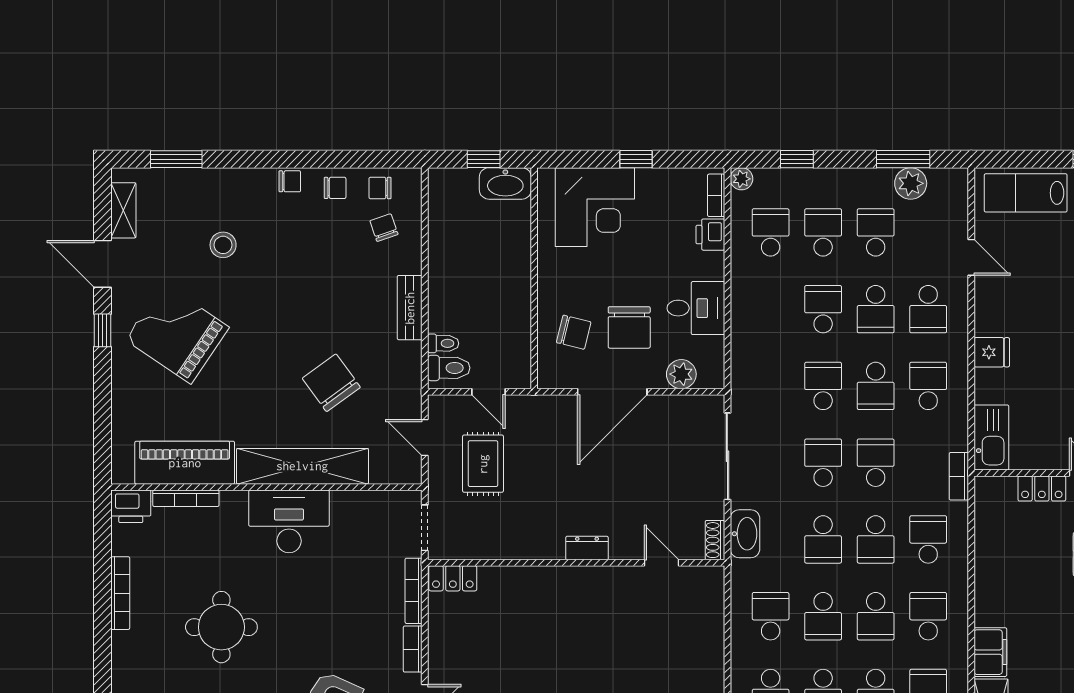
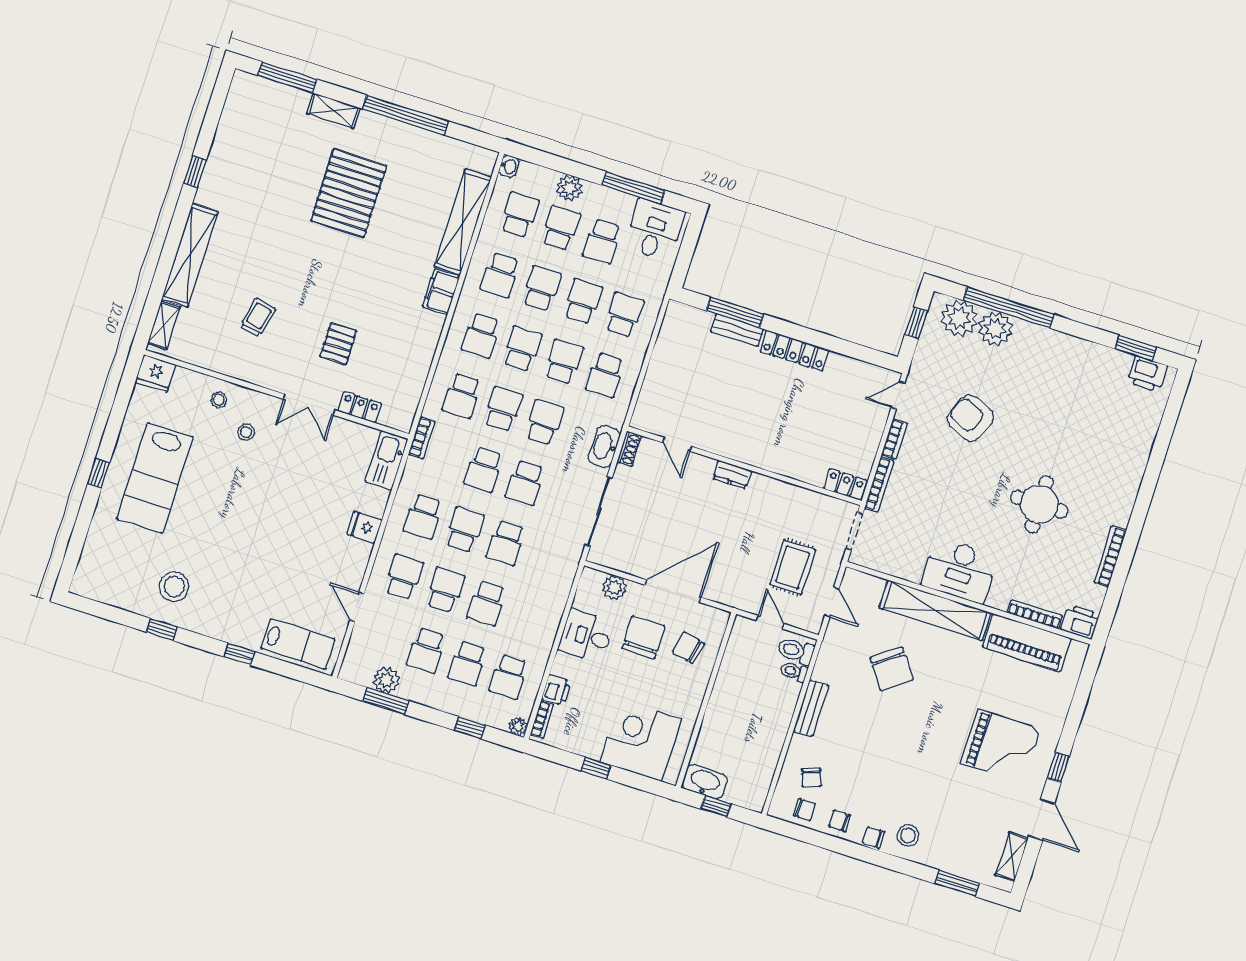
stool: (223, 245) -> (908, 836), moved
grand piano: (177, 334) -> (1000, 746), turned -34

